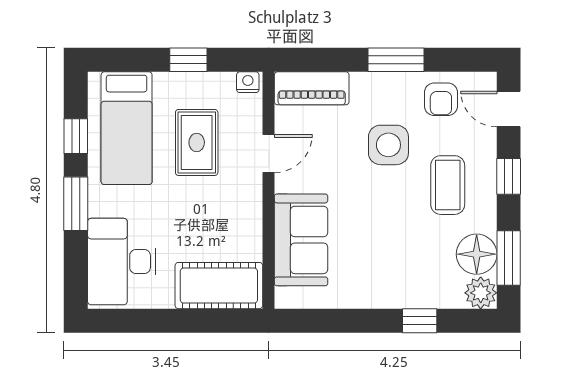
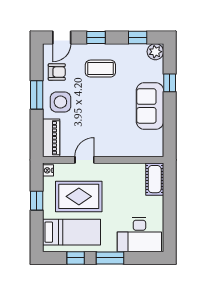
rug: (197, 142) -> (79, 196), width x1.36, depth x1.43
side table: (388, 145) -> (60, 102), moved
door: (269, 154) -> (84, 160), hinge flipped
sofa: (301, 240) -> (150, 106), moved, turned -90
floor lamp: (477, 254) -> (136, 54), removed
window: (509, 258) -> (138, 38), width x0.67
cot: (219, 286) -> (155, 179), width x0.73, depth x0.75

